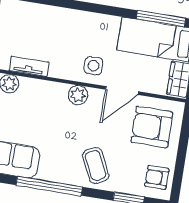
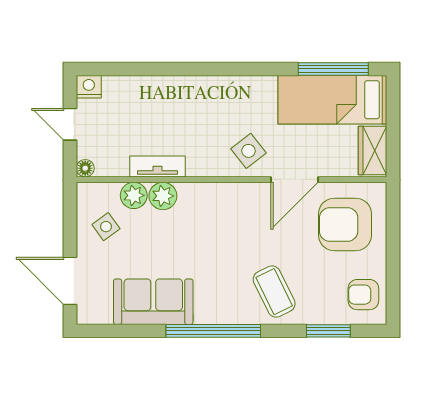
side table: (93, 66) -> (249, 151), turned -38
plant: (78, 95) -> (163, 196), moved

